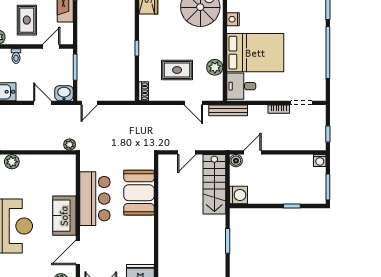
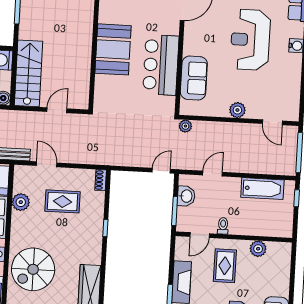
toilet: (16, 56) -> (223, 226), moved
washbasin: (64, 93) -> (186, 196), moved, turned -90
door: (43, 103) -> (213, 174), swing flipped
plant: (12, 162) -> (237, 110), moved
booth: (139, 193) -> (113, 49), moved
sofa: (64, 216) -> (194, 78), moved

